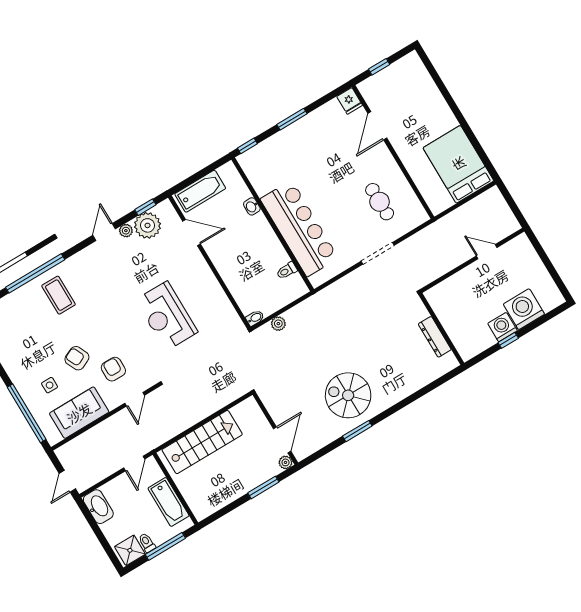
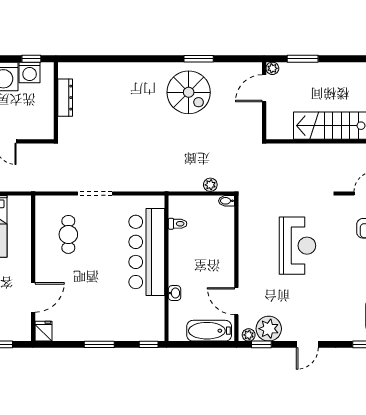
plant: (126, 231) -> (249, 335), moved
wall: (441, 329) -> (56, 101), moved
dresser: (435, 337) -> (65, 98), moved

